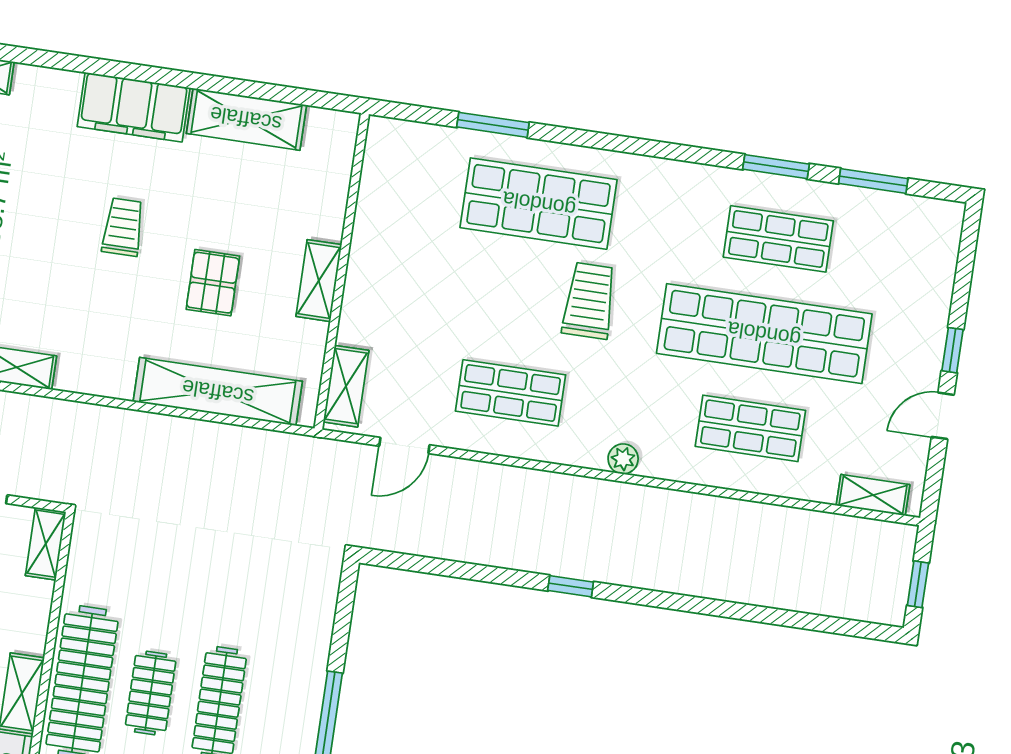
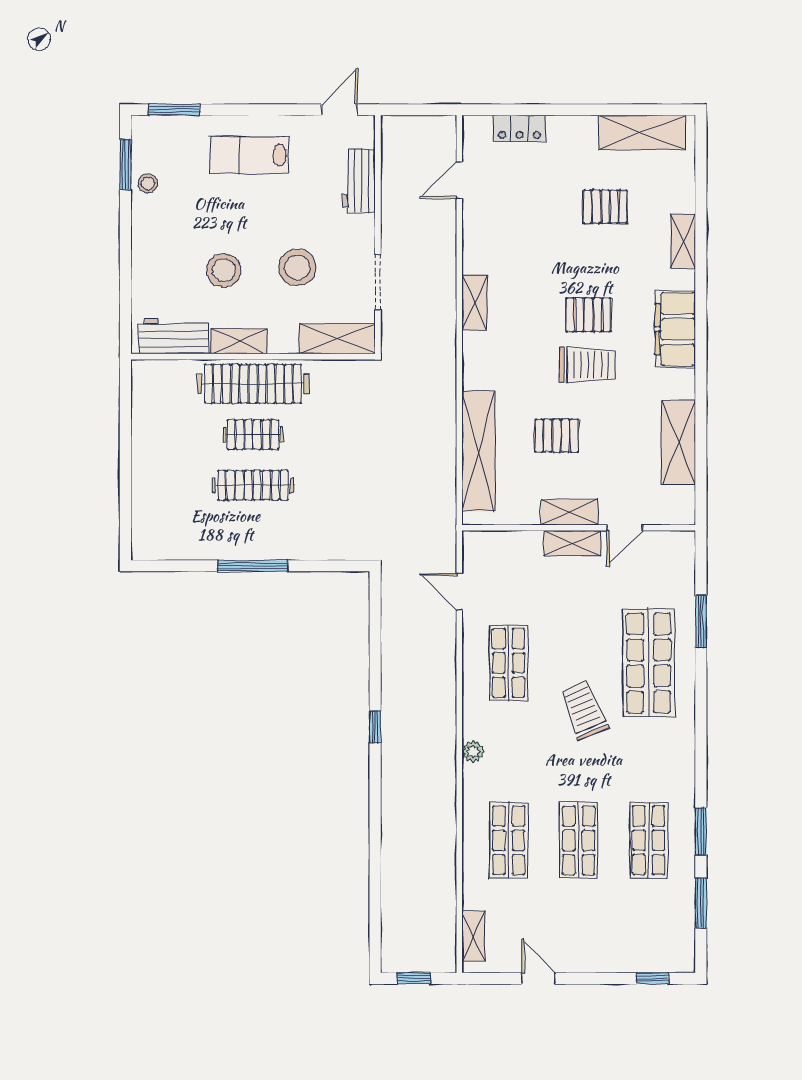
filing cabinet: (134, 107) -> (675, 329), moved
door: (351, 209) -> (625, 528), added
pallet: (56, 216) -> (588, 315), added
trolley: (123, 227) -> (587, 365), width x1.36, depth x1.39
trolley: (589, 301) -> (584, 710), turned -112
shop shelf: (764, 334) -> (579, 840), width x0.50, depth x0.74
window: (952, 350) -> (652, 978), moved
shelving: (346, 386) -> (572, 543), moved
shelving: (46, 544) -> (337, 339), width x1.50, depth x1.33

